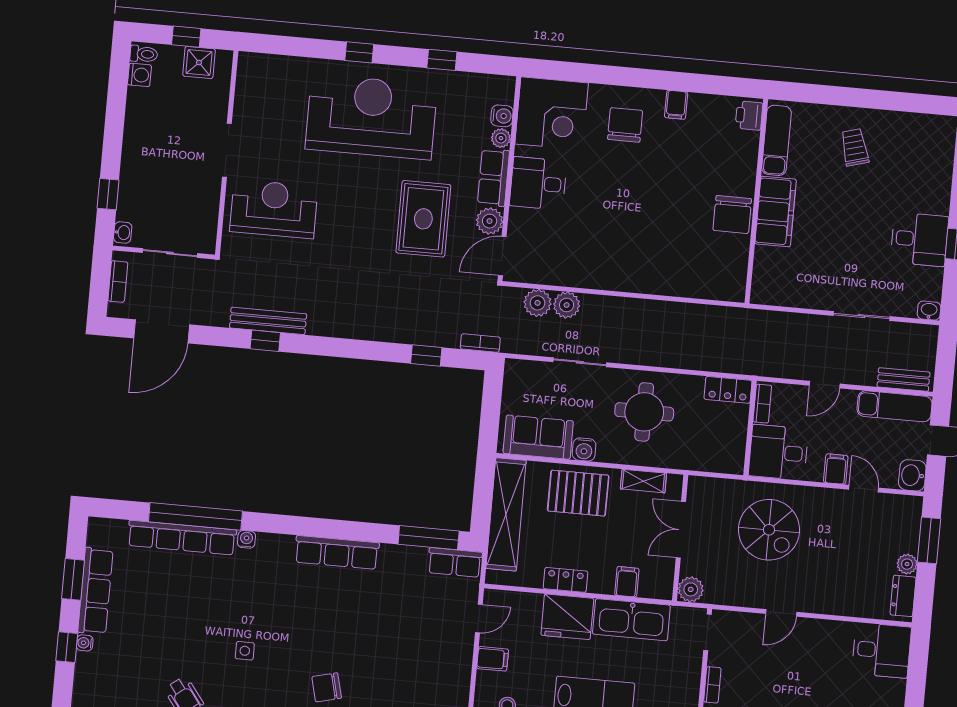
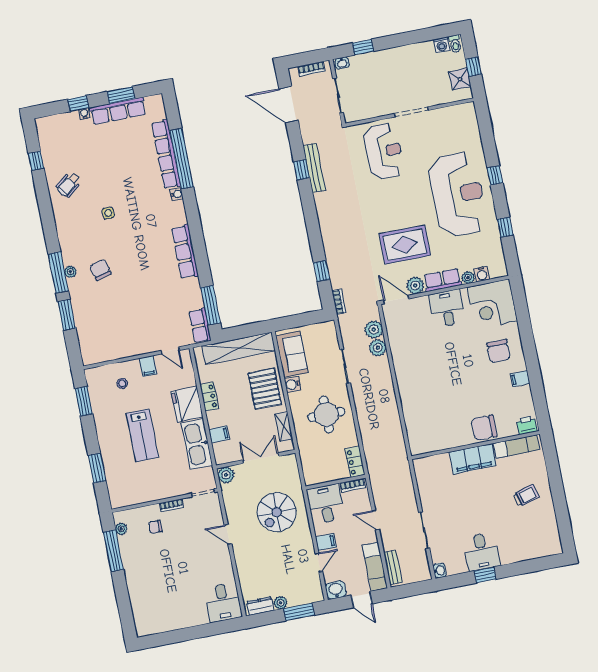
chair: (625, 125) -> (498, 351), turned 90
chair: (732, 214) -> (484, 428), moved

